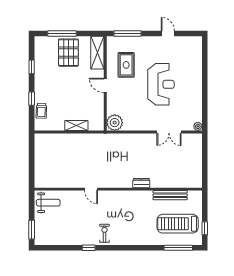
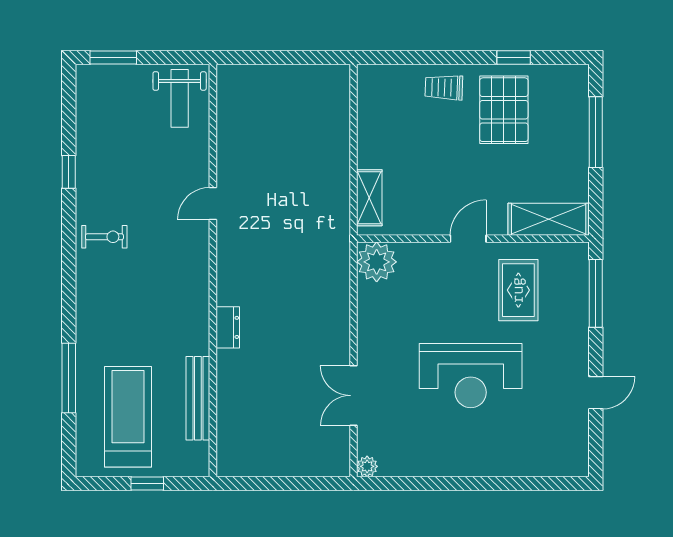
pallet: (68, 53) -> (504, 110), moved, turned 90
rug: (126, 65) -> (518, 290), turned 90
window: (32, 99) -> (436, 57), removed
trolley: (41, 111) -> (444, 87), moved
shelving: (76, 126) -> (369, 198), moved
window: (205, 228) -> (147, 484), moved
window: (89, 248) -> (69, 172), moved
window: (178, 248) -> (69, 378), moved

